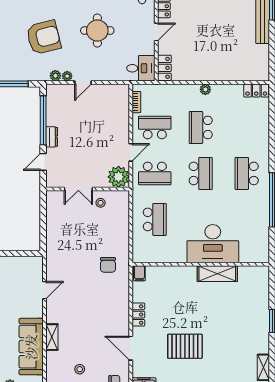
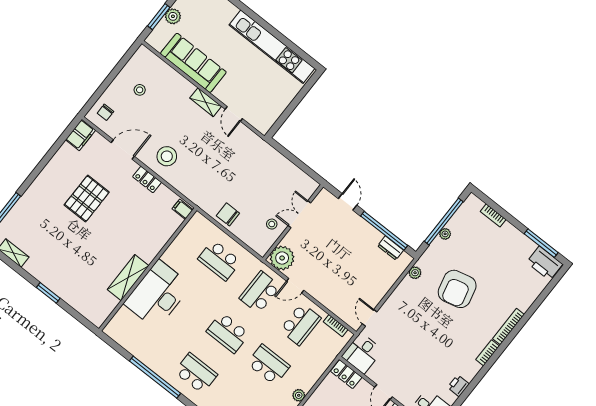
round table: (97, 31) -> (426, 341), removed
plant: (67, 76) -> (445, 234), moved
door: (83, 83) -> (370, 318), moved
dresser: (52, 137) -> (391, 248), moved
door: (131, 152) -> (295, 286), hinge flipped
chair: (108, 265) -> (228, 214), moved
stool: (111, 314) -> (167, 156), added
shelving: (52, 337) -> (206, 102), moved

